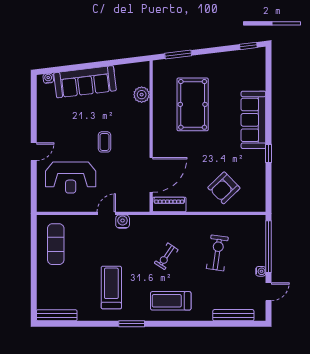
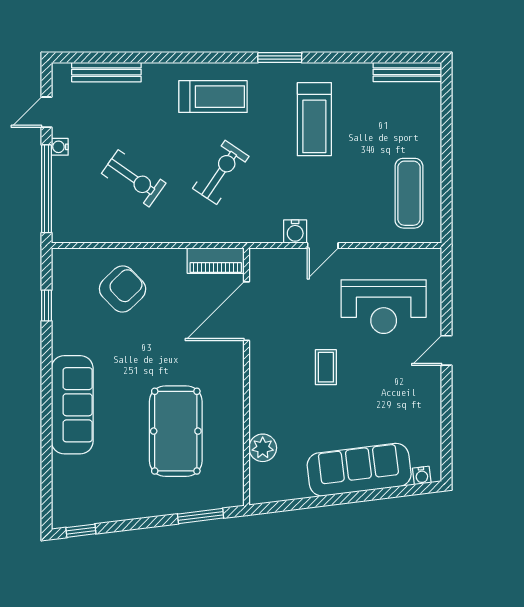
window: (269, 154) -> (47, 305), moved
reception desk: (71, 177) -> (384, 307), turned 180
exercise bike: (217, 253) -> (134, 178), turned -63
exercise bike: (166, 256) -> (221, 172), width x1.38, depth x1.39

